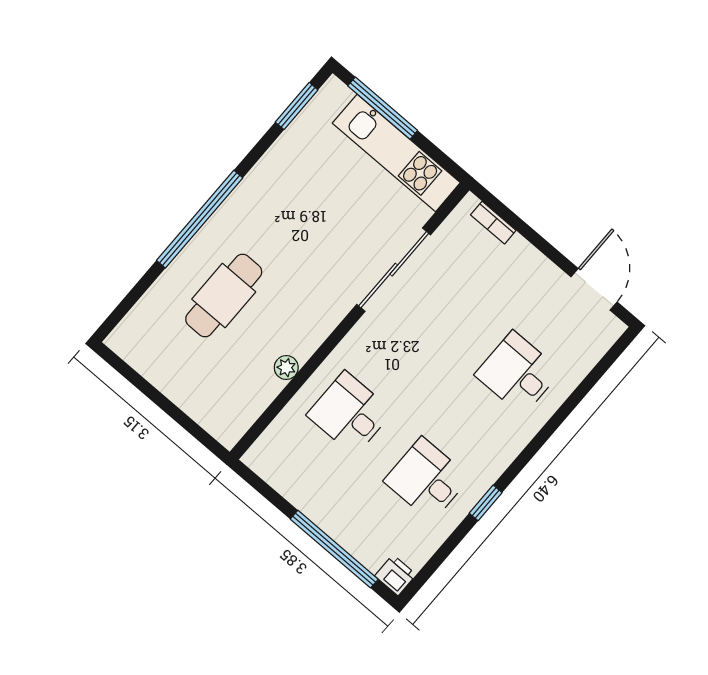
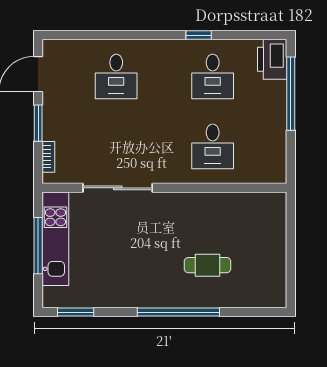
window: (383, 108) -> (38, 246), moved
window: (540, 243) -> (38, 123), added
cafe table: (224, 296) -> (207, 265), width x0.73, depth x0.74
plant: (286, 368) -> (217, 200), removed
printer: (395, 575) -> (272, 59), width x1.87, depth x1.48

